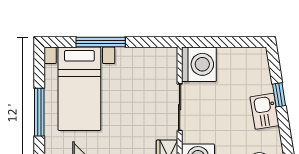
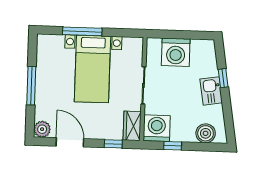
washing machine: (199, 64) -> (176, 52), moved, turned 90
bed with nightstands: (79, 89) -> (92, 69), moved

